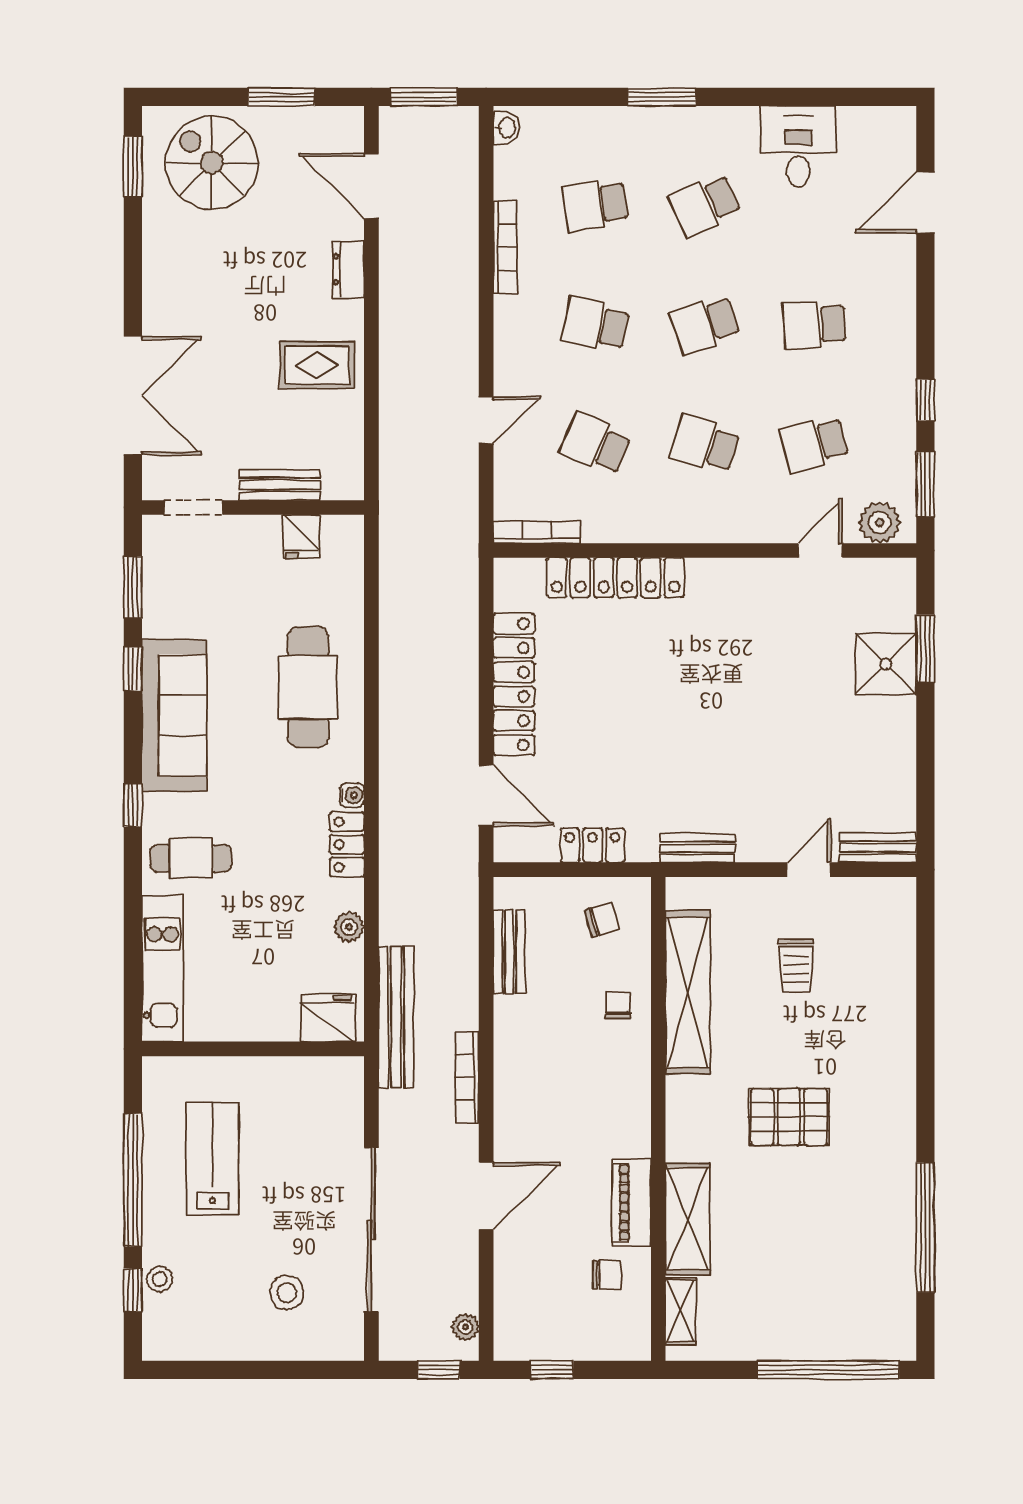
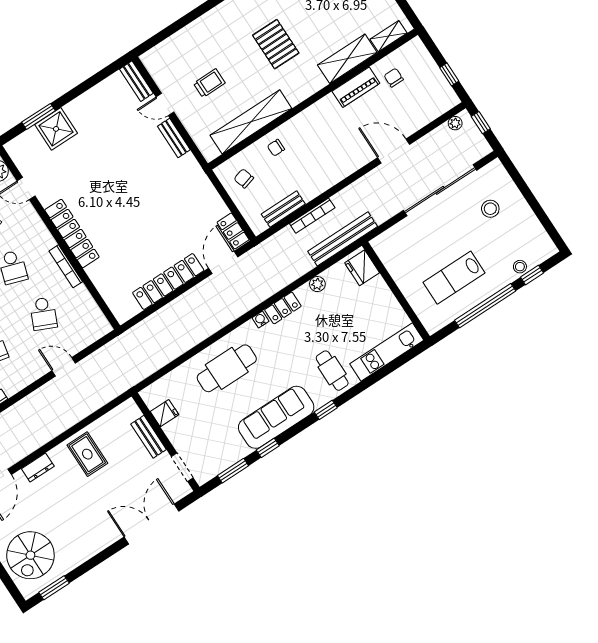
bookcase: (537, 532) -> (66, 266), moved
locker: (615, 578) -> (72, 233), moved
locker: (593, 845) -> (233, 231), moved
bench: (698, 848) -> (174, 138), moved
bookcase: (467, 1077) -> (312, 216), moved

